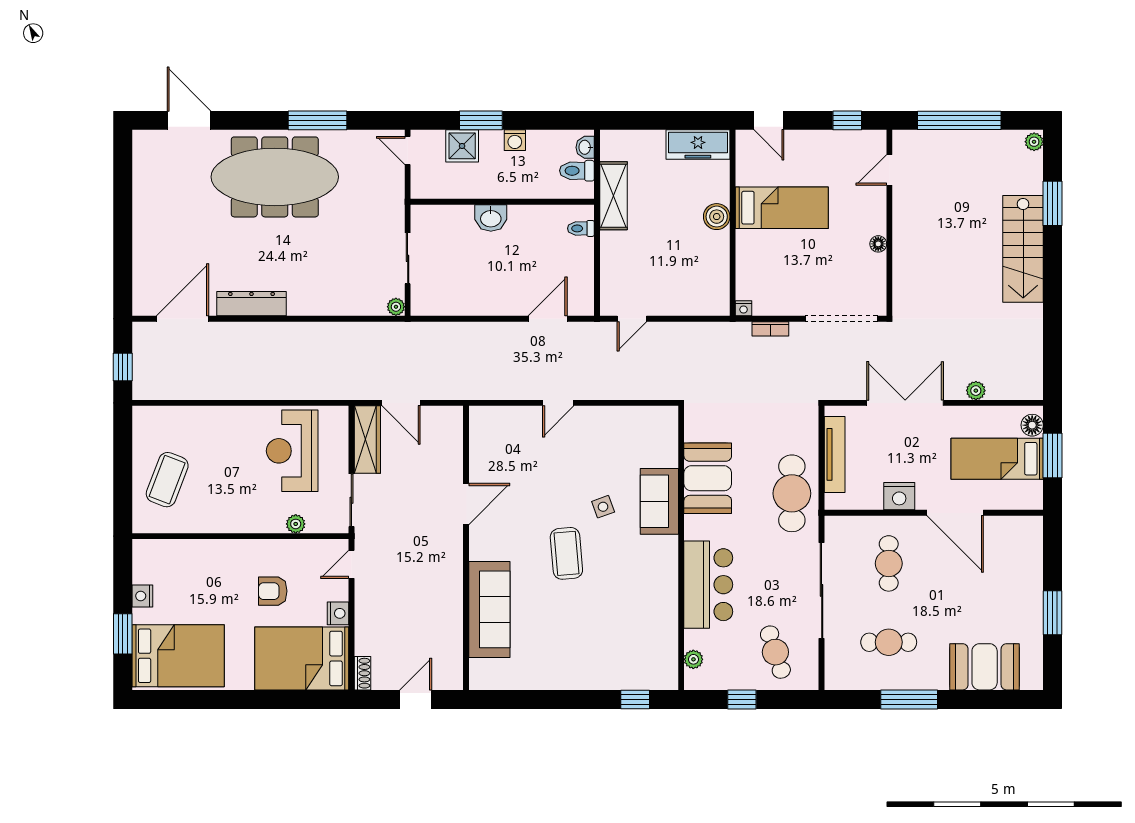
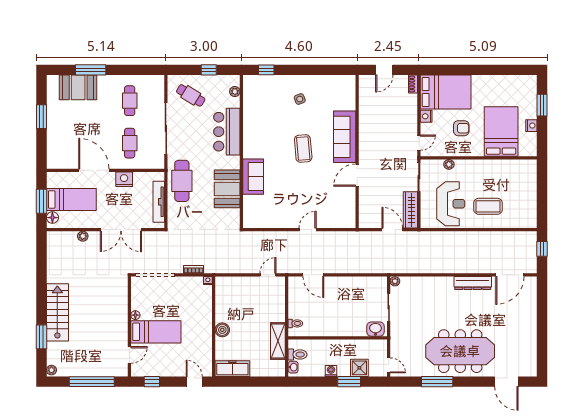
bed: (782, 208) -> (156, 332), moved, turned 180
washbasin: (491, 218) -> (375, 329), moved
door: (548, 319) -> (313, 275), hinge flipped
coffee table: (167, 480) -> (488, 206), moved, turned 69
side table: (603, 507) -> (300, 99), moved
sofa: (489, 609) -> (345, 137), moved
cafe table: (889, 642) -> (130, 101), turned 90
cafe table: (775, 652) -> (191, 95), turned -41
bed: (178, 656) -> (501, 131), moved, turned 90
window: (909, 699) -> (91, 70), moved

